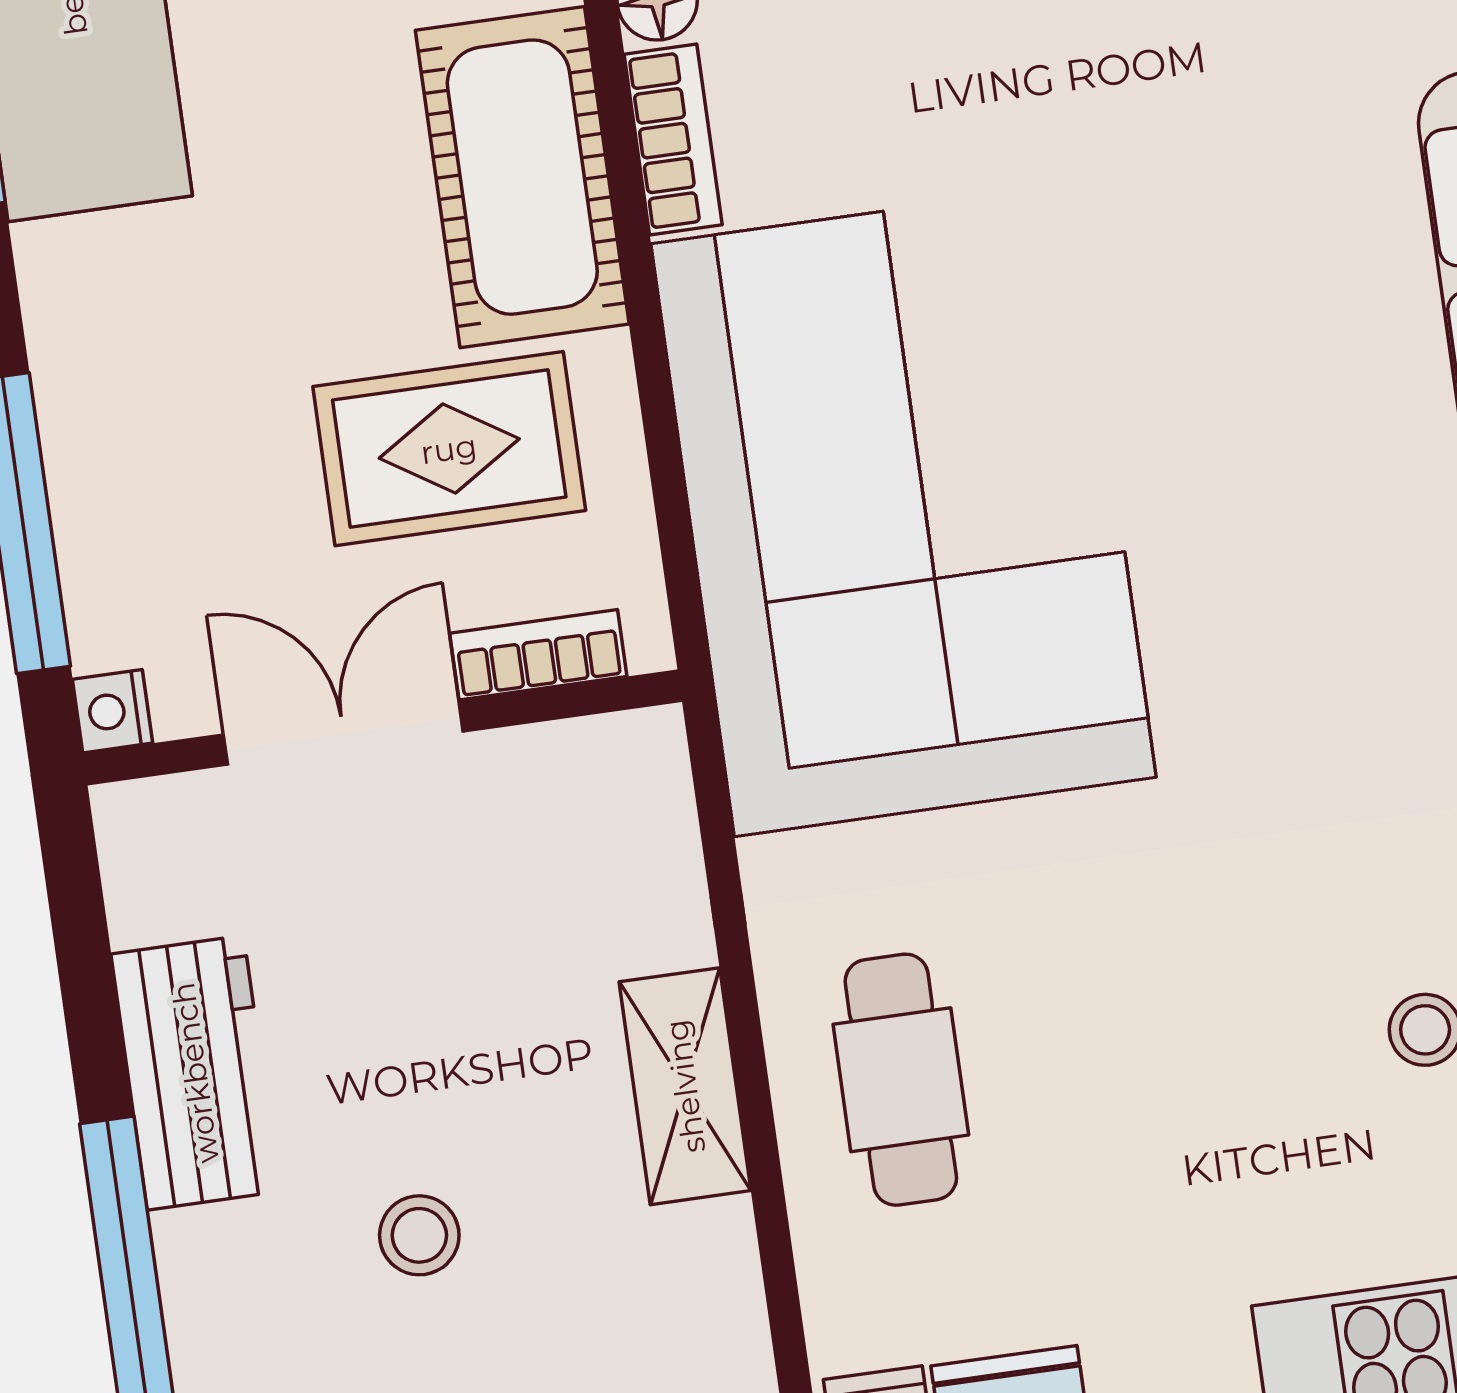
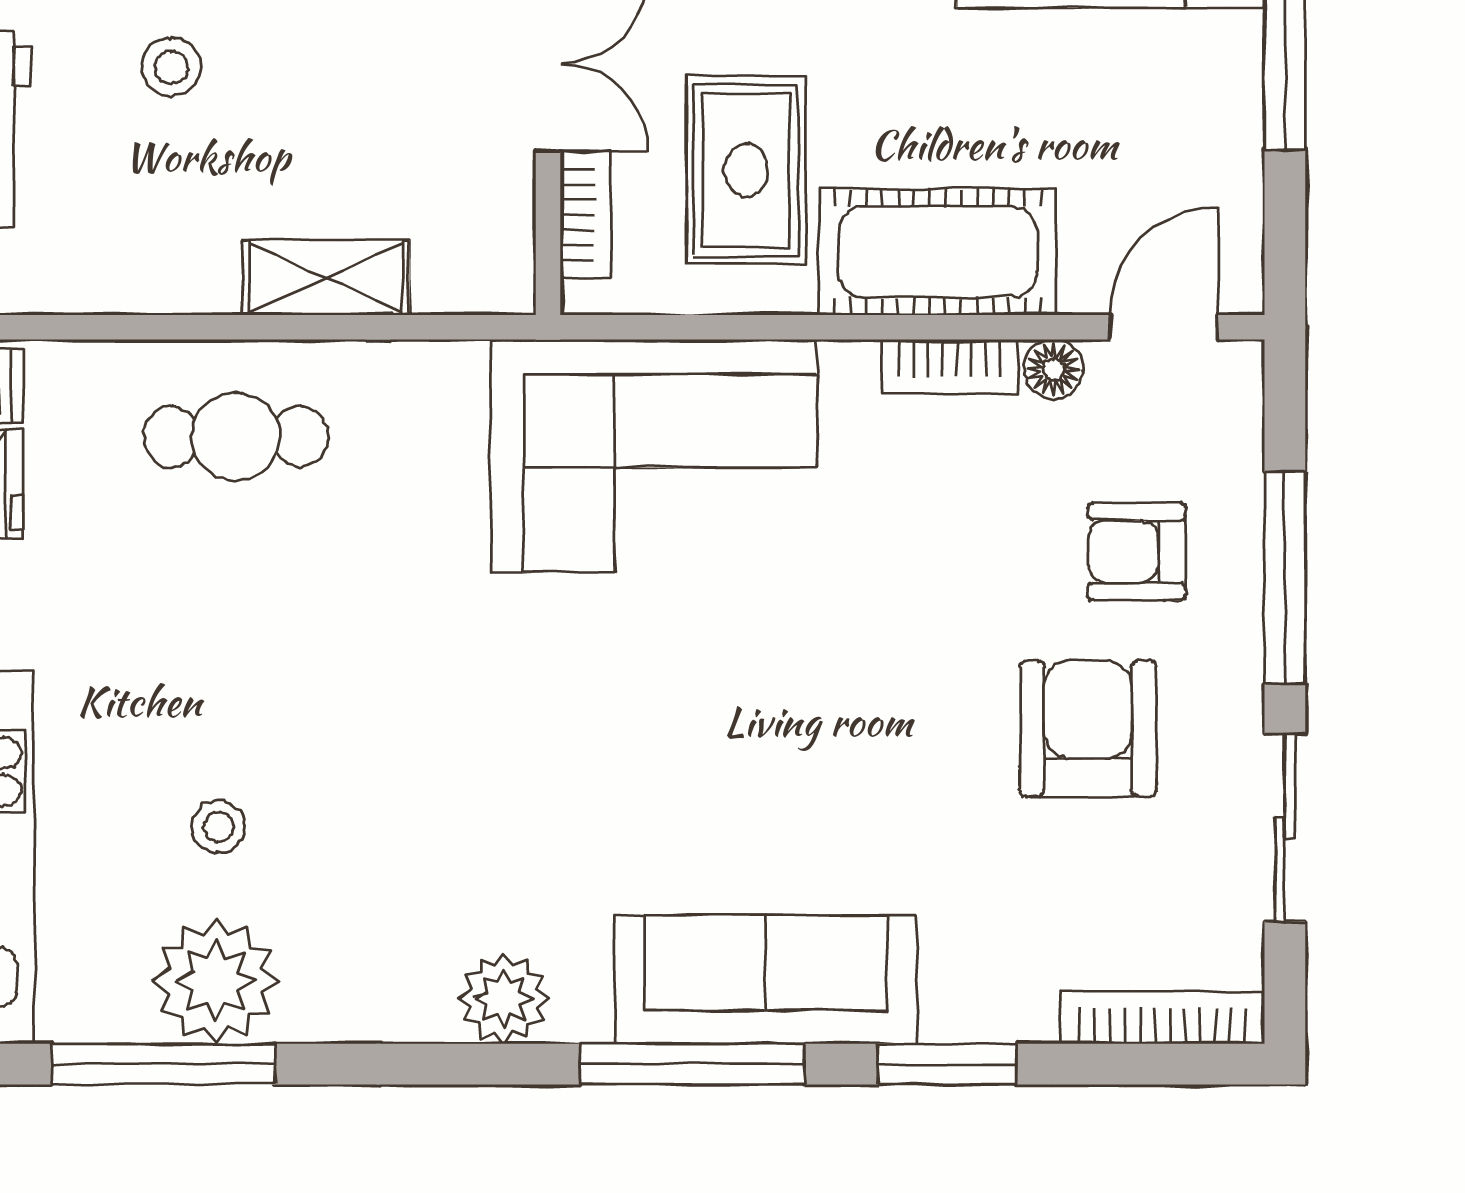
corner sofa: (904, 510) -> (654, 456), width x0.73, depth x0.74
shelving: (685, 1086) -> (326, 278), moved

